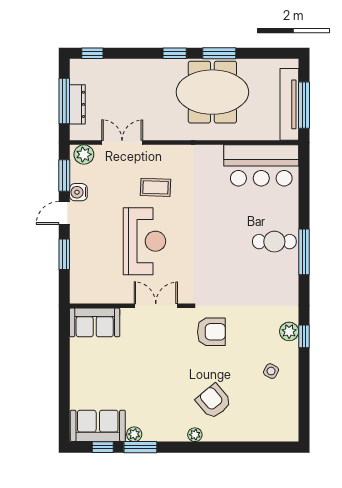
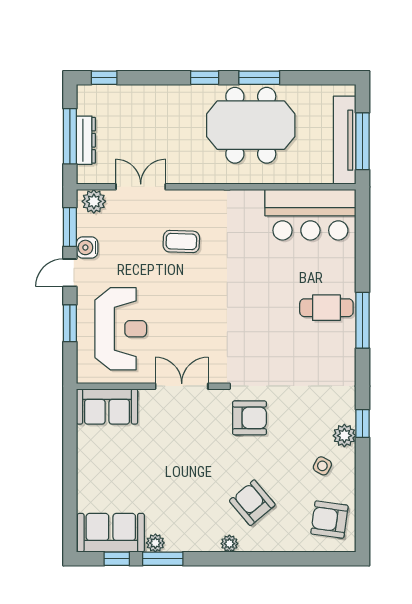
reception desk: (144, 241) -> (121, 329), moved
plant: (289, 331) -> (344, 436), moved
armchair: (277, 415) -> (329, 520), added

